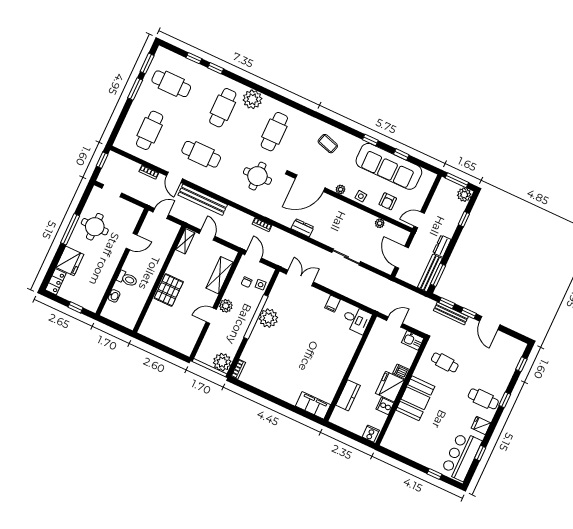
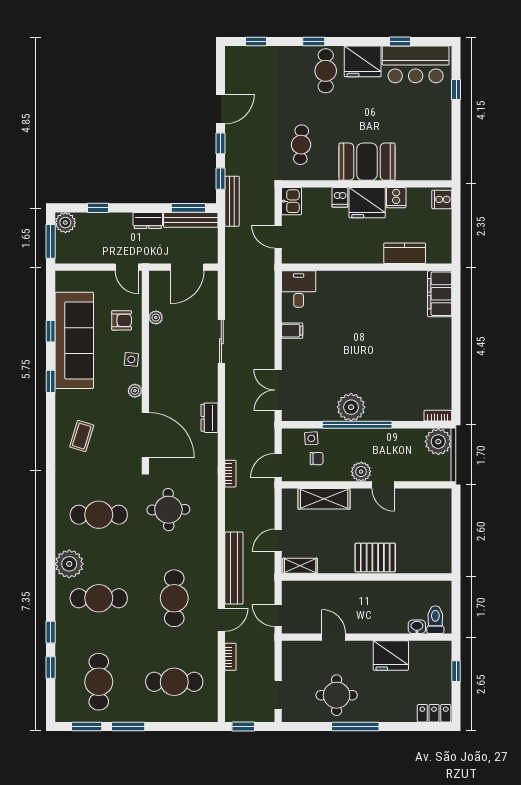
fridge: (70, 261) -> (391, 656), moved, turned 180
toilet: (127, 279) -> (435, 620), moved
bench: (451, 314) -> (232, 201), moved
fridge: (481, 425) -> (363, 61), width x1.88, depth x1.34

